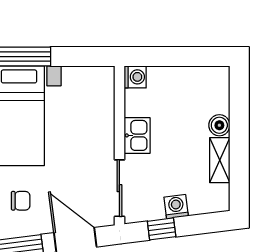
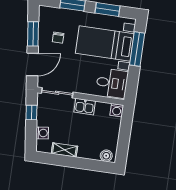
desk: (88, 93) -> (112, 83), added
boiler: (219, 125) -> (106, 156), moved
washing machine: (176, 207) -> (42, 133), moved

